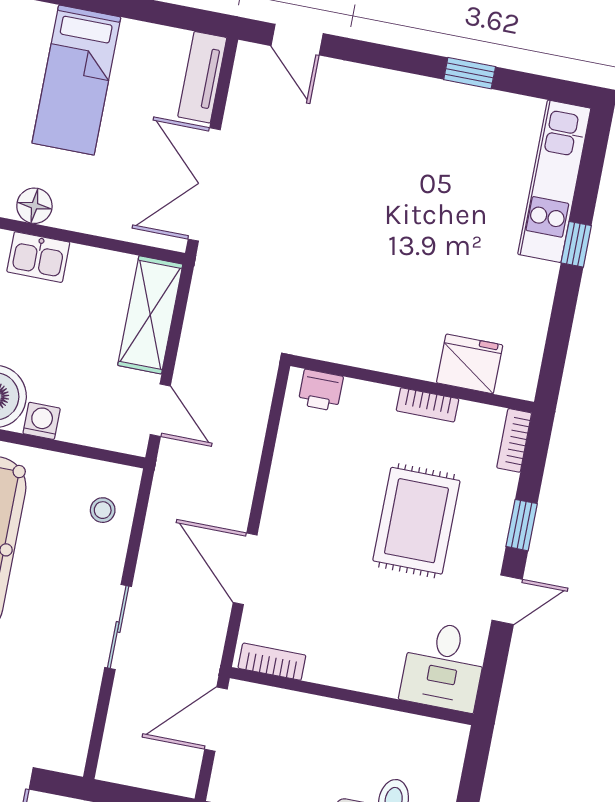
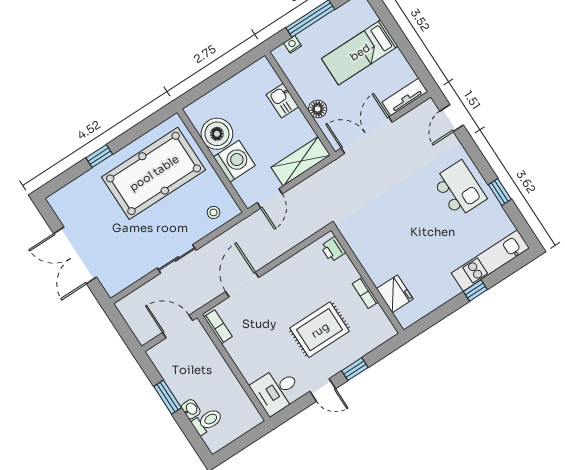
kitchen island: (409, 127) -> (459, 189), added
floor lamp: (34, 206) -> (318, 109), moved
washing machine: (42, 421) -> (234, 161), width x1.89, depth x1.89
bookcase: (514, 440) -> (383, 337), removed

